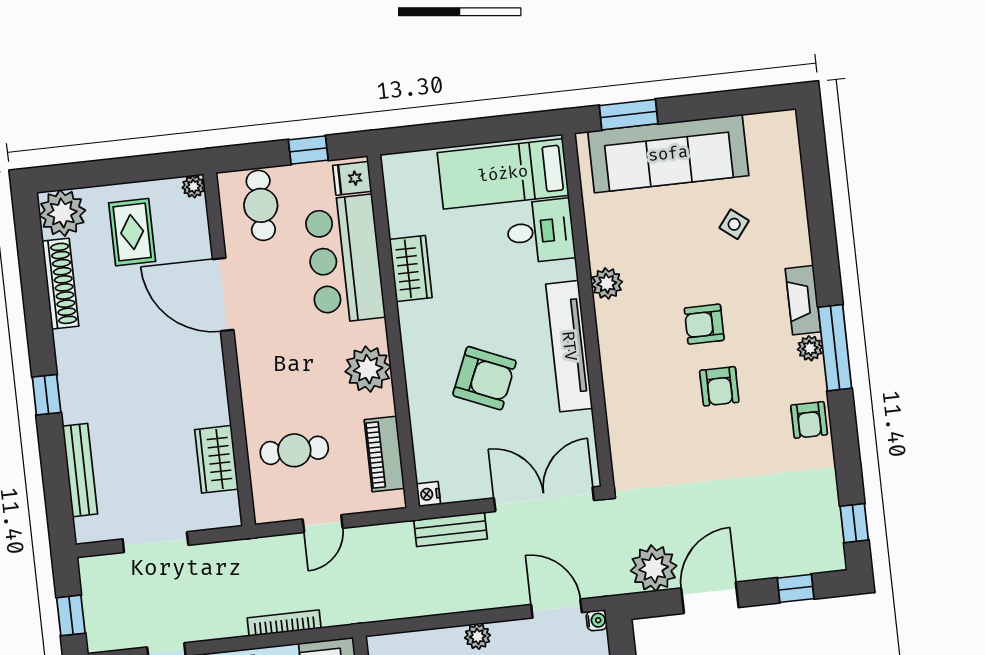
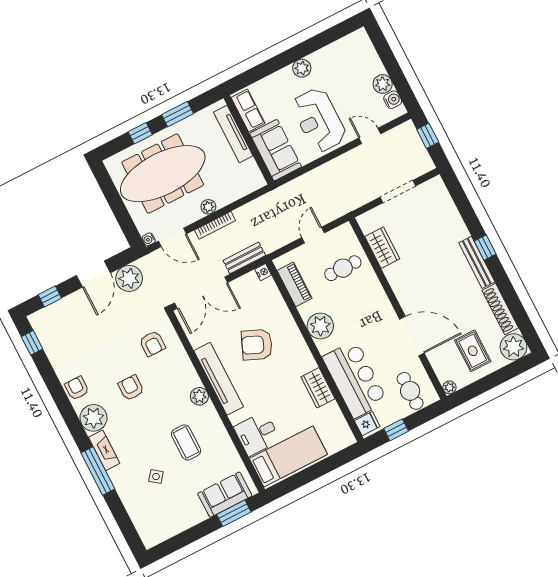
sofa: (668, 154) -> (225, 495), width x0.54, depth x0.79
coffee table: (663, 262) -> (186, 442), added
plant: (607, 283) -> (199, 396), moved
armchair: (704, 324) -> (152, 344), moved, turned 90
plant: (810, 348) -> (93, 418), width x1.88, depth x1.88
window: (835, 348) -> (98, 471), moved
bench: (80, 470) -> (477, 262), moved
bookcase: (284, 623) -> (215, 225), moved

